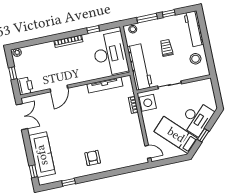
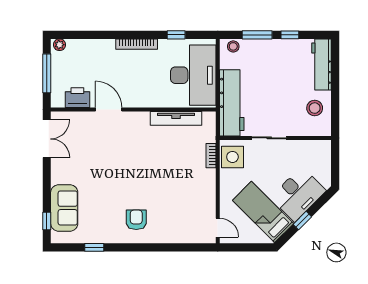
trolley: (166, 48) -> (276, 84), removed
window: (13, 73) -> (47, 73), width x2.17
printer: (25, 86) -> (77, 98), moved, turned -90
door: (59, 89) -> (109, 110), swing flipped
sofa: (42, 155) -> (64, 208), width x0.73

